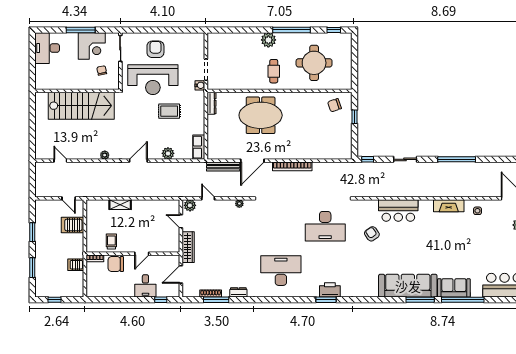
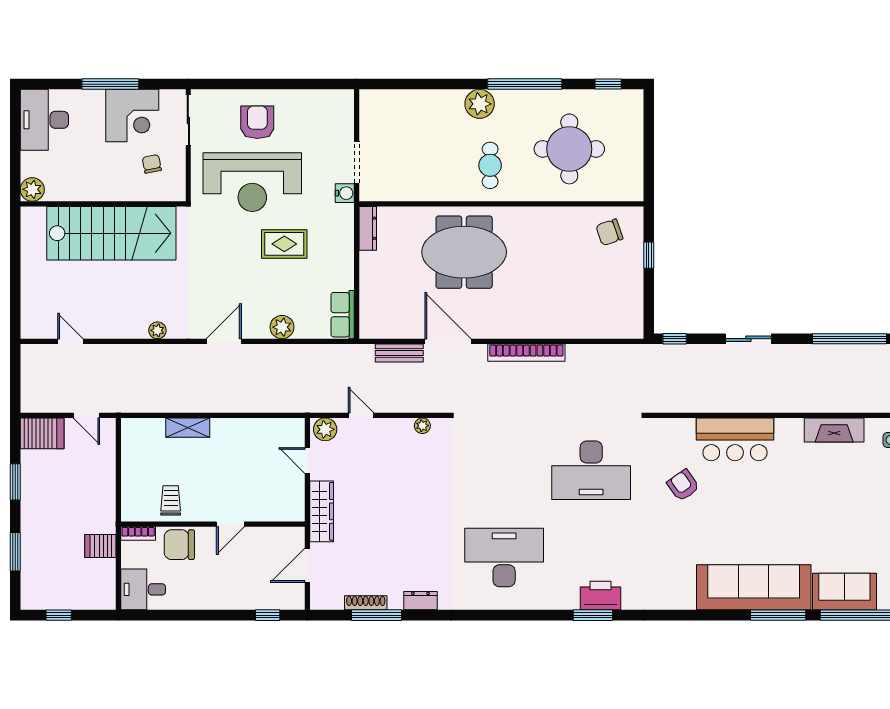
plant: (41, 83) -> (32, 189), added
door: (252, 161) -> (448, 341), swing flipped
bench: (223, 167) -> (399, 353), width x0.73
server rack: (72, 225) -> (42, 433), moved, turned 180
desk: (145, 286) -> (143, 589), moved, turned 90

